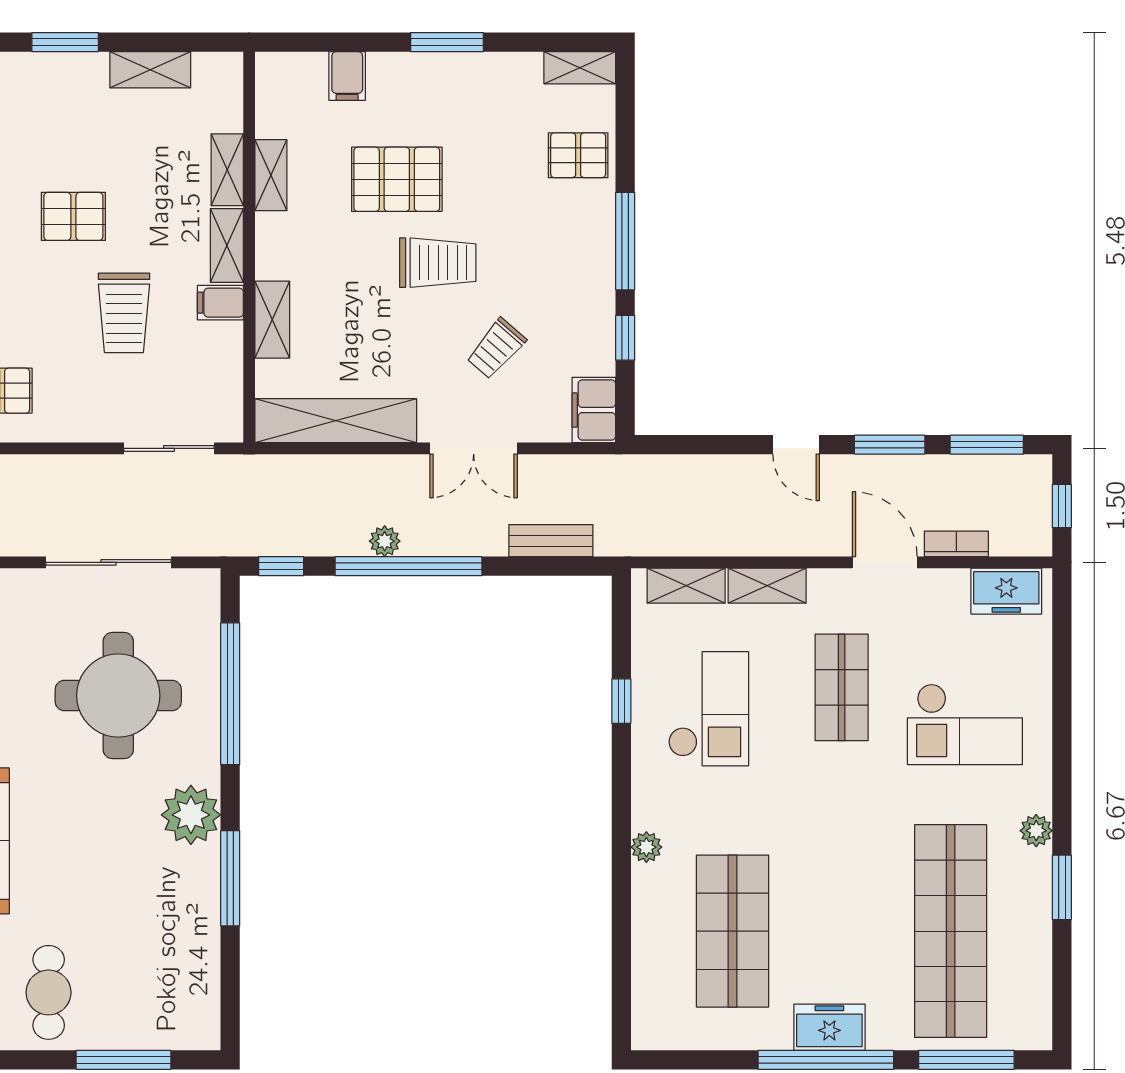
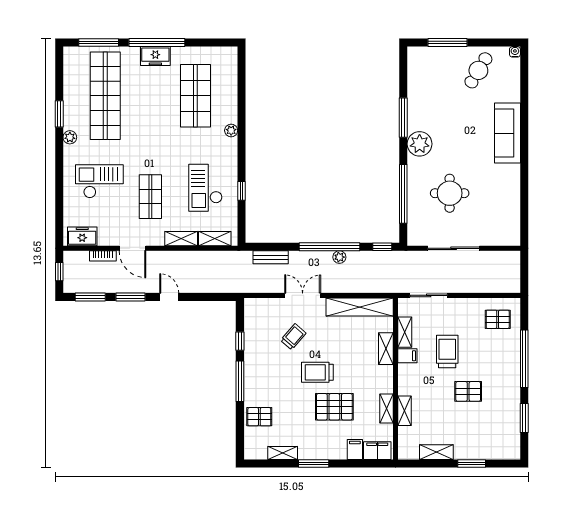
shelving: (580, 68) -> (283, 453), moved
shelving: (227, 246) -> (405, 332), moved
filing cabinet: (594, 410) -> (377, 451), moved, turned -90
round table: (118, 696) -> (450, 193), width x0.73, depth x0.73
cafe table: (49, 992) -> (478, 70), turned 31

